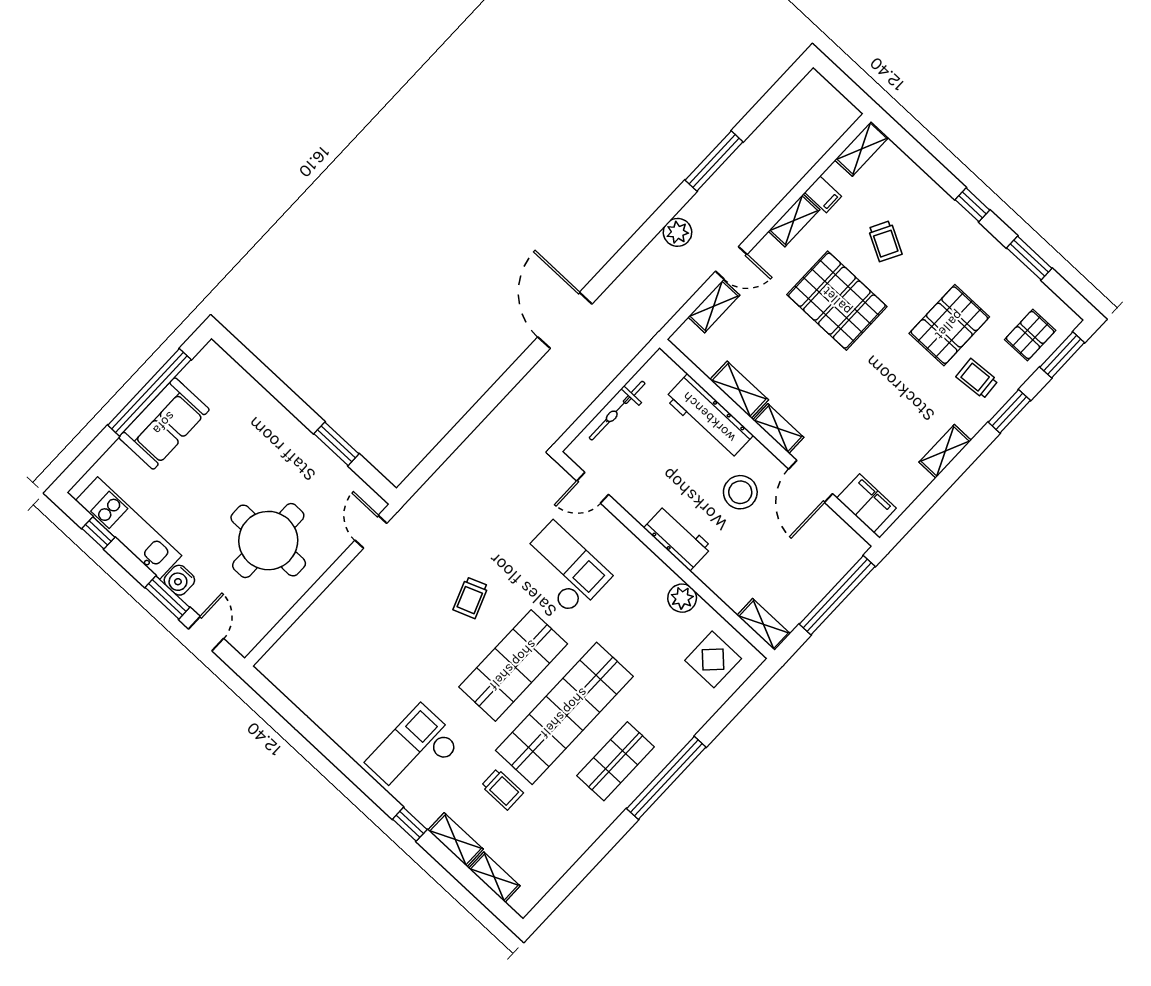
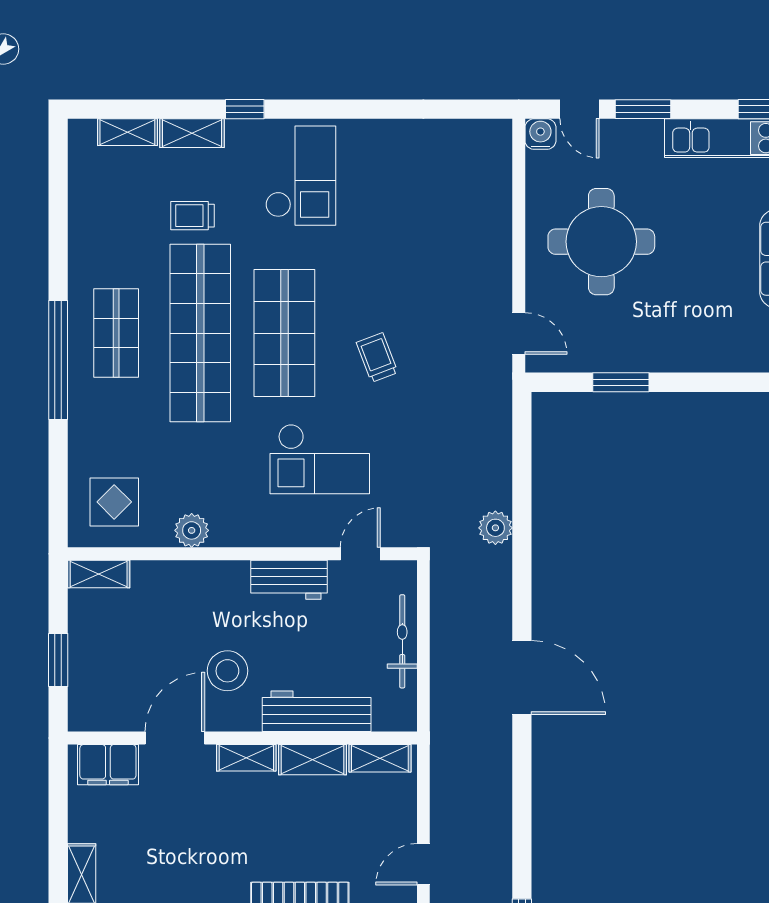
plant: (678, 232) -> (495, 528), moved
shelving: (714, 306) -> (380, 758), moved, turned 90
door: (811, 481) -> (175, 738), hinge flipped
workbench: (678, 538) -> (289, 580), moved
water cooler: (179, 580) -> (540, 134), moved
window: (837, 595) -> (58, 660), width x0.47

